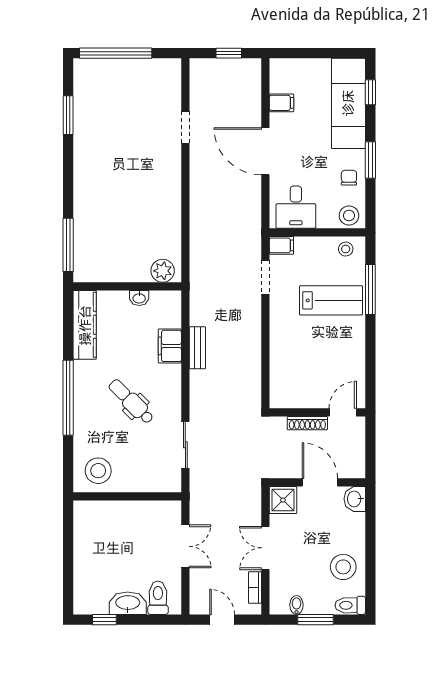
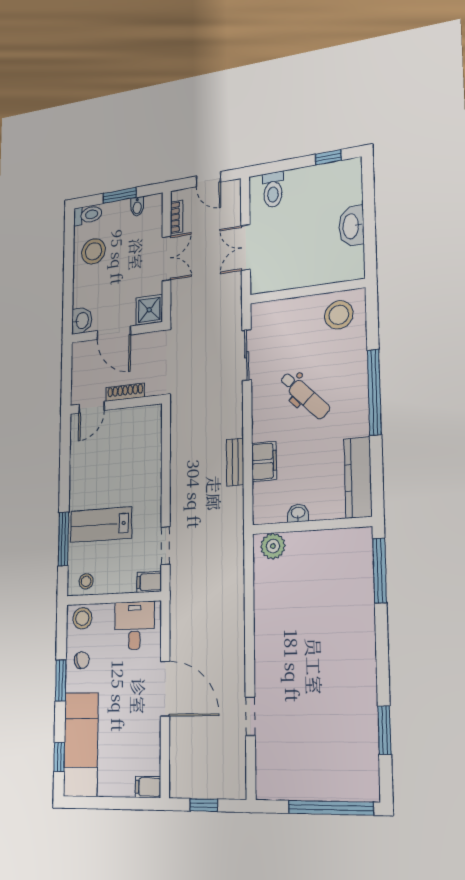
filing cabinet: (281, 103) -> (148, 787), moved
chair: (349, 178) -> (82, 660), turned -109
washbasin: (128, 603) -> (351, 226), moved, turned 90

